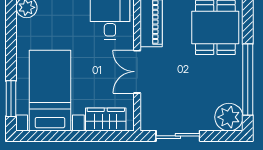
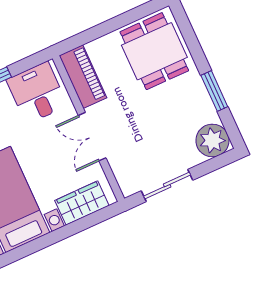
window: (248, 80) -> (214, 91), width x0.47

